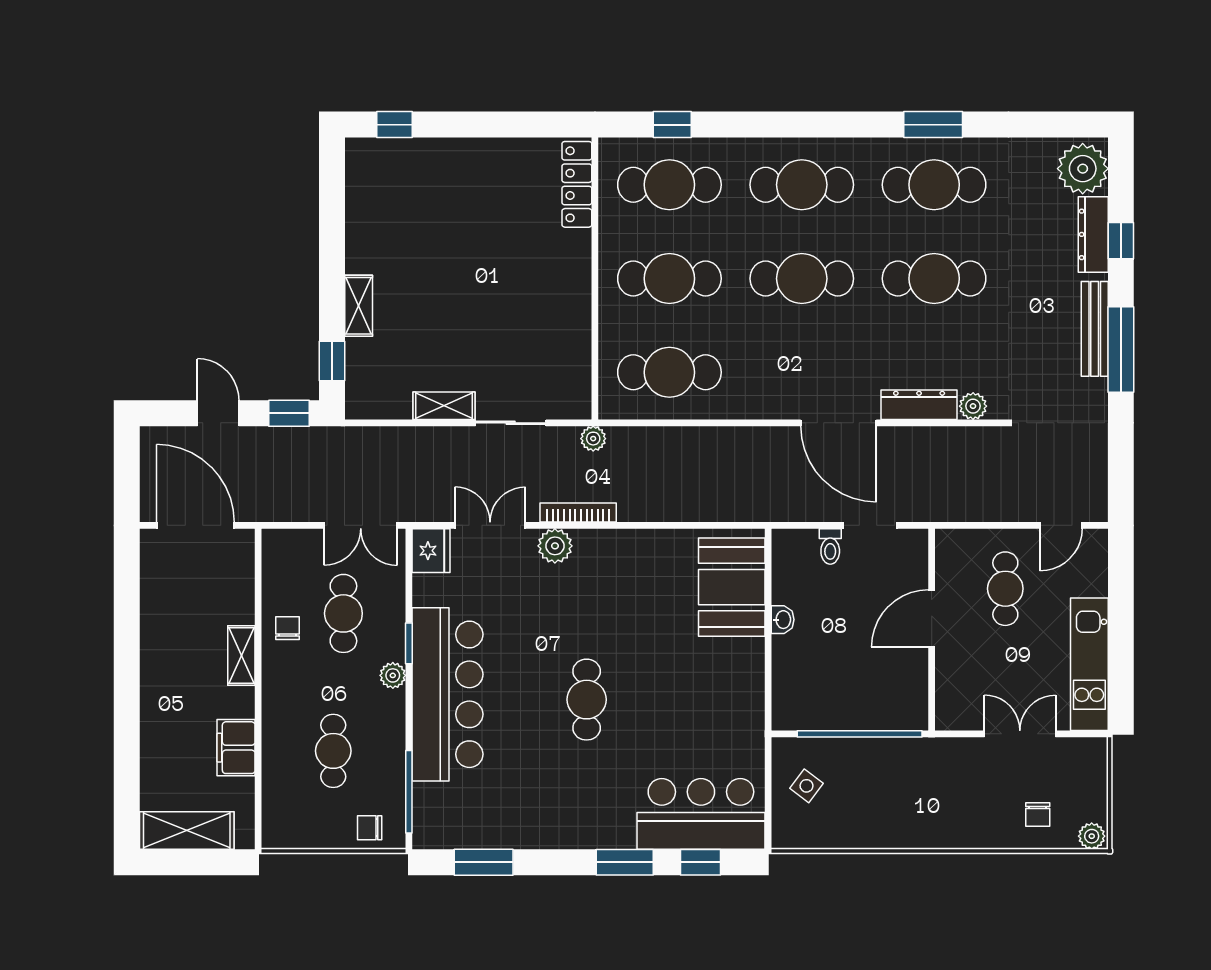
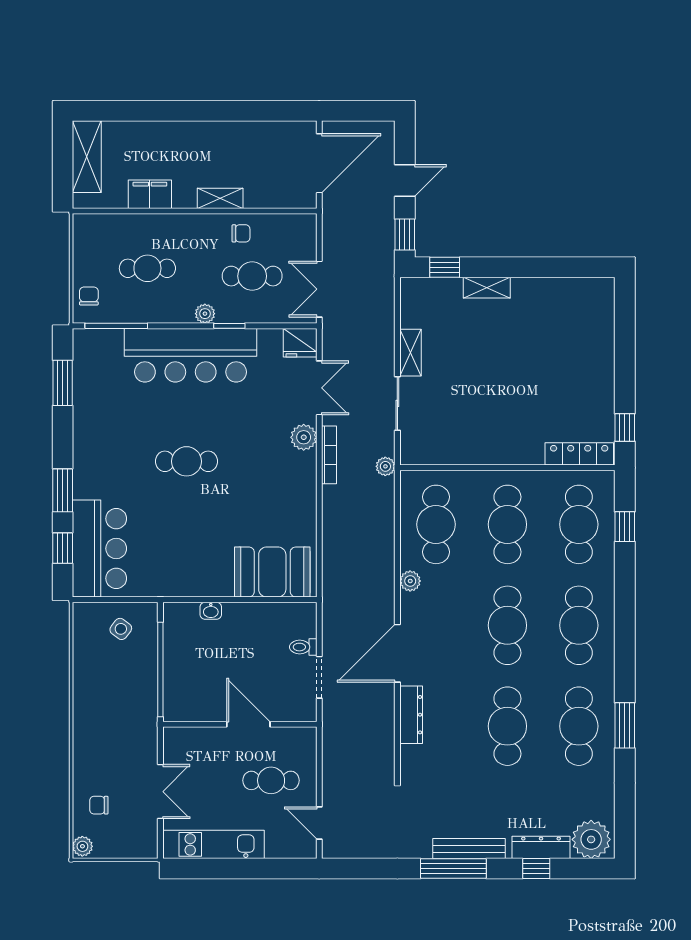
window: (395, 125) -> (625, 427), moved
plant: (973, 406) -> (410, 581), moved
washbasin: (783, 620) -> (211, 611), moved

